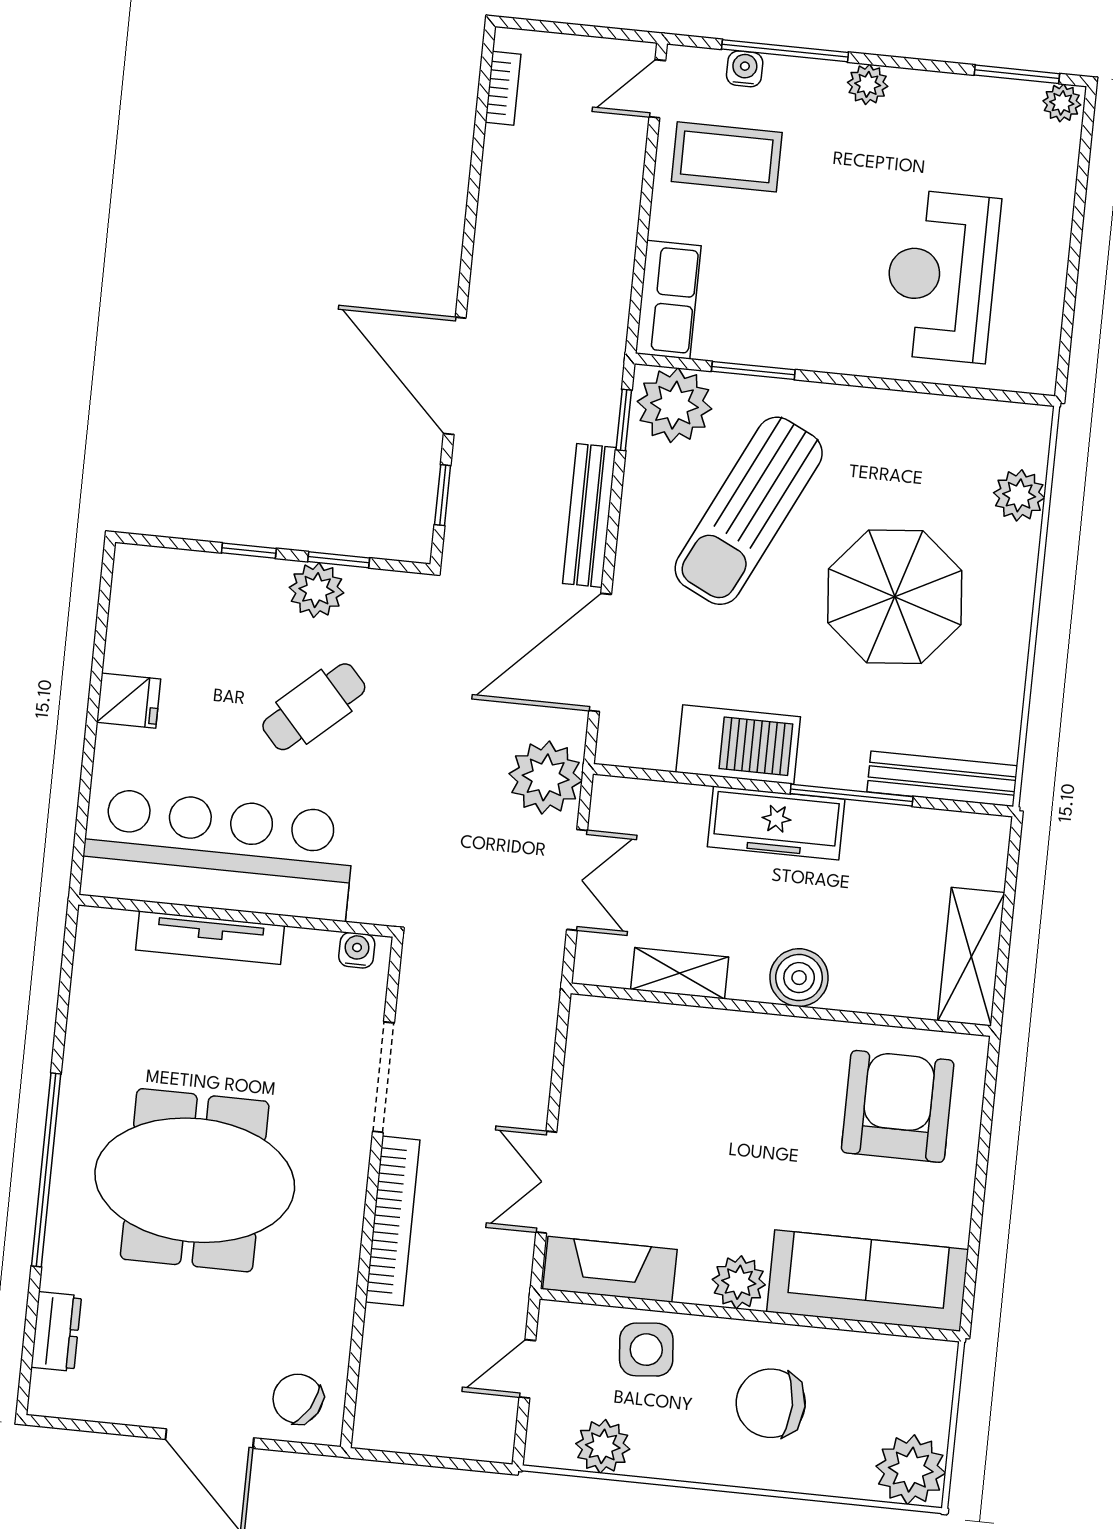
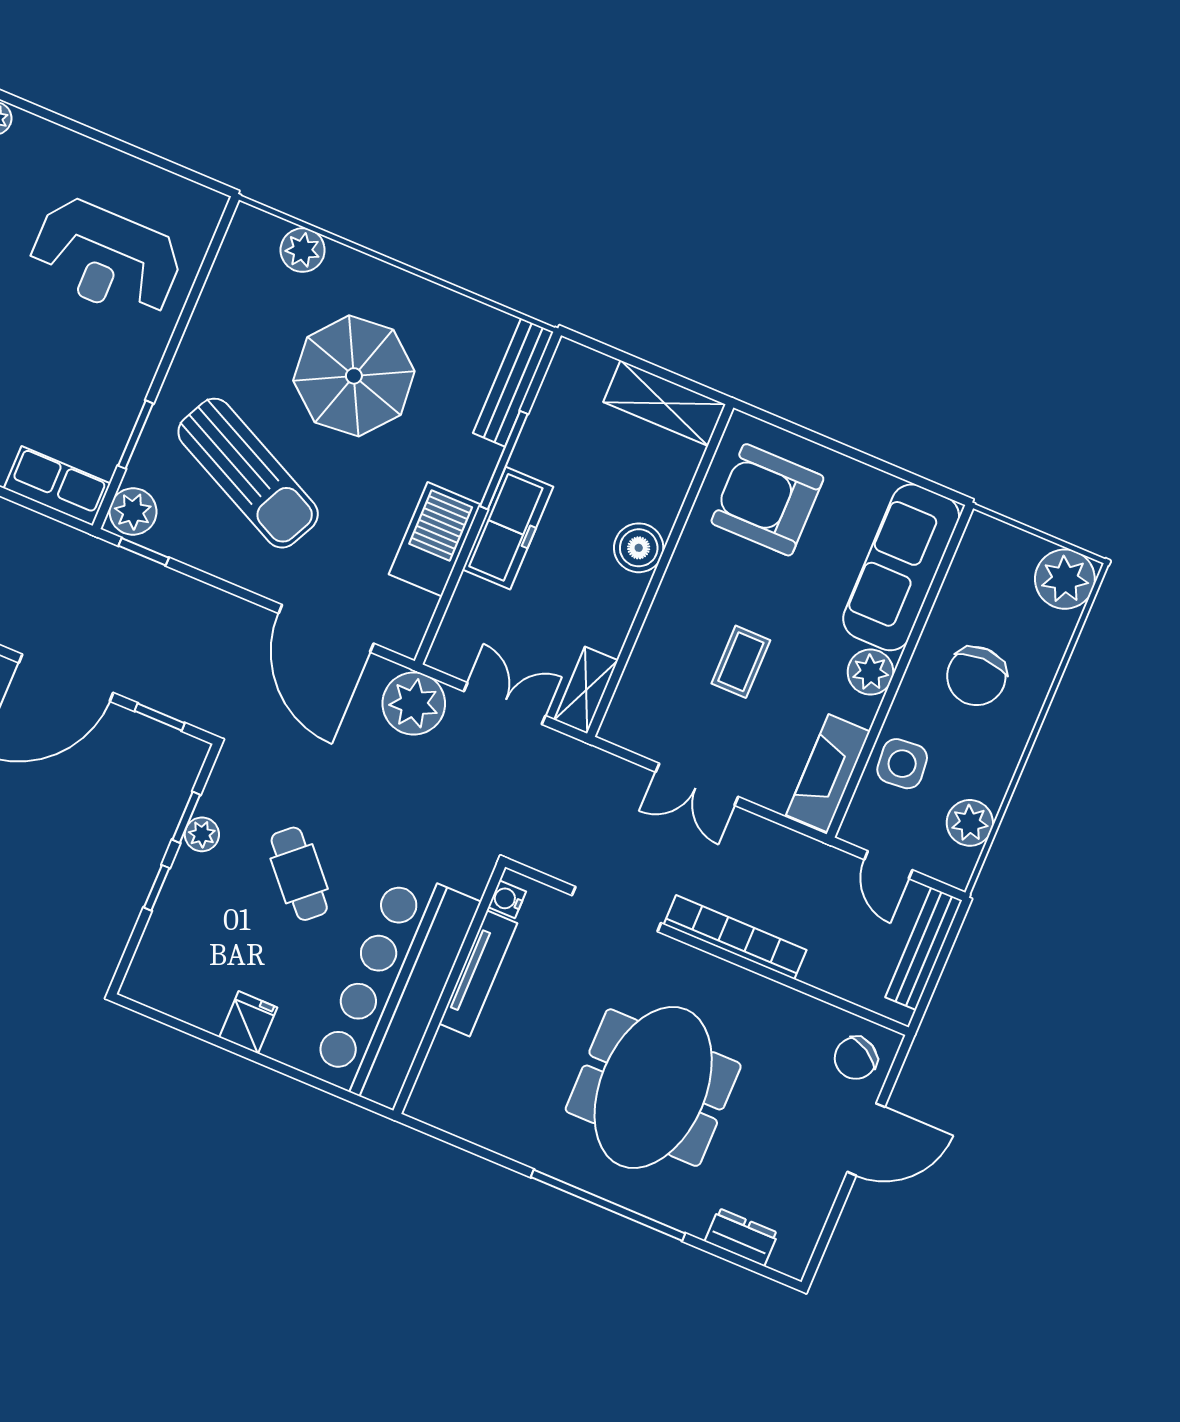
plant: (674, 405) -> (133, 511), width x0.73, depth x0.73
bench: (589, 515) -> (924, 949), moved, turned 90
plant: (316, 590) -> (202, 834), width x0.73, depth x0.73
tv unit: (210, 938) -> (478, 973), moved
shelving: (680, 973) -> (586, 690), moved
coffee table: (706, 1132) -> (741, 662), added
double door: (546, 1182) -> (697, 784), moved

